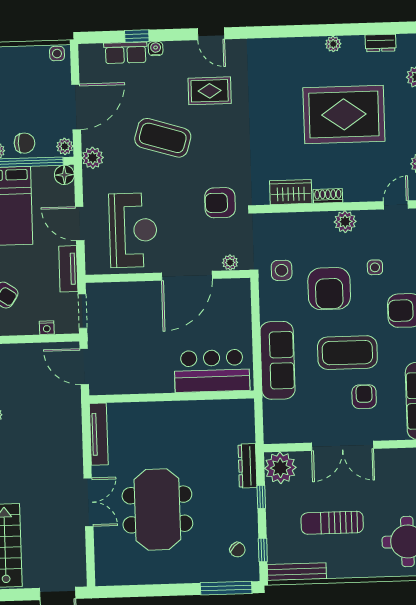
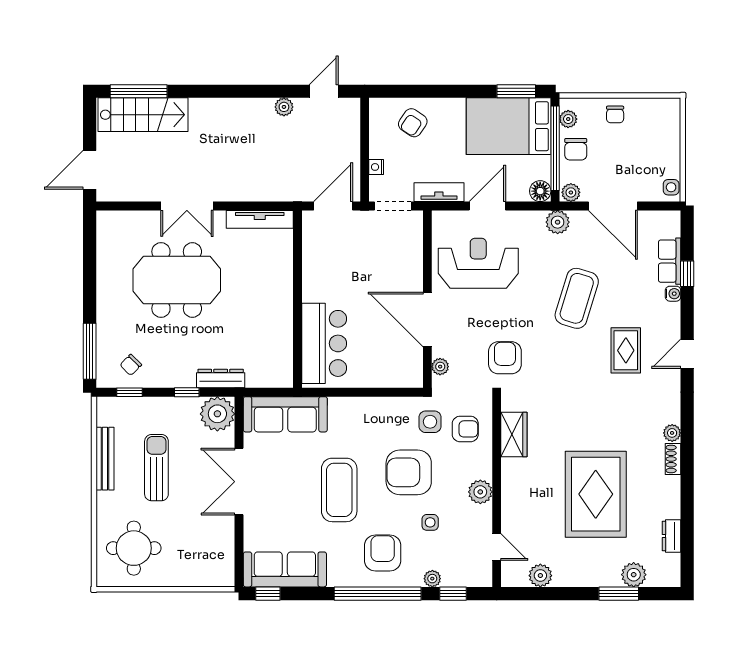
plant: (333, 44) -> (672, 433), moved
shoe rack: (328, 196) -> (673, 459), moved, turned 180
reception desk: (133, 230) -> (478, 263), turned 180
sofa: (277, 360) -> (285, 414), moved
armchair: (364, 397) -> (465, 429), moved
bench: (297, 572) -> (105, 459), moved

